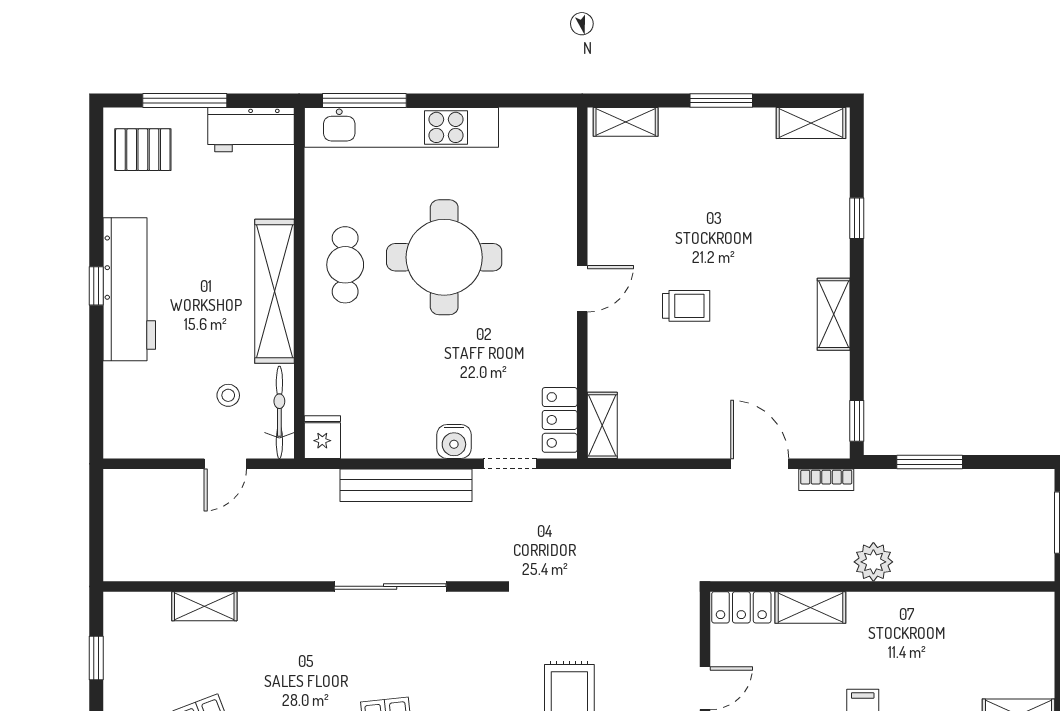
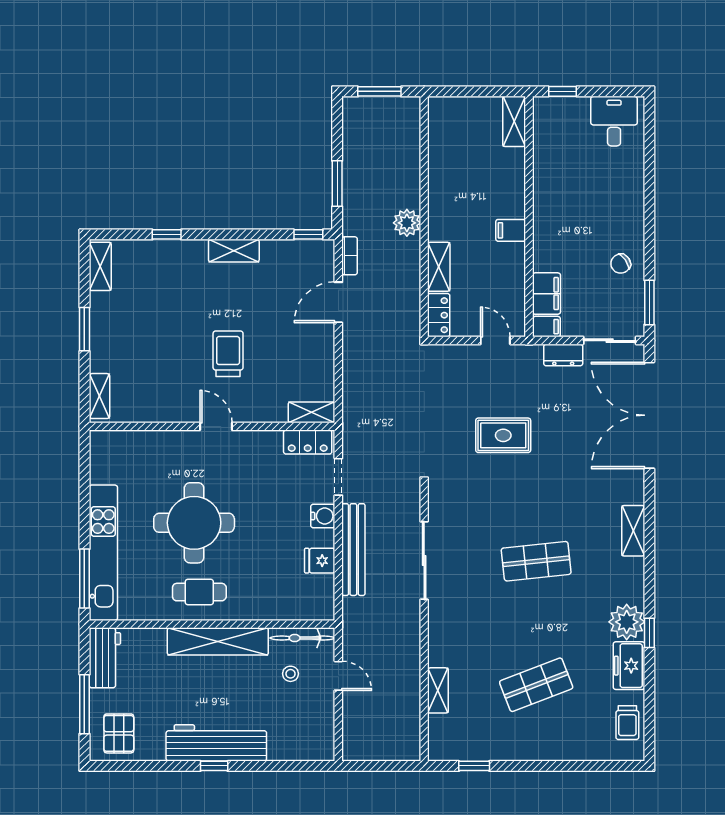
trolley: (686, 306) -> (228, 354), width x1.36, depth x1.39
fridge: (322, 437) -> (320, 561), moved

